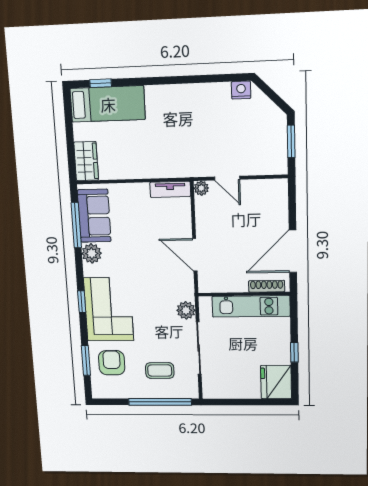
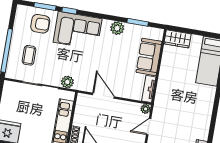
sofa: (94, 216) -> (149, 57), moved, turned 90
window: (76, 225) -> (138, 22), width x0.69
door: (195, 255) -> (103, 96), hinge flipped
window: (82, 302) -> (69, 11), moved

